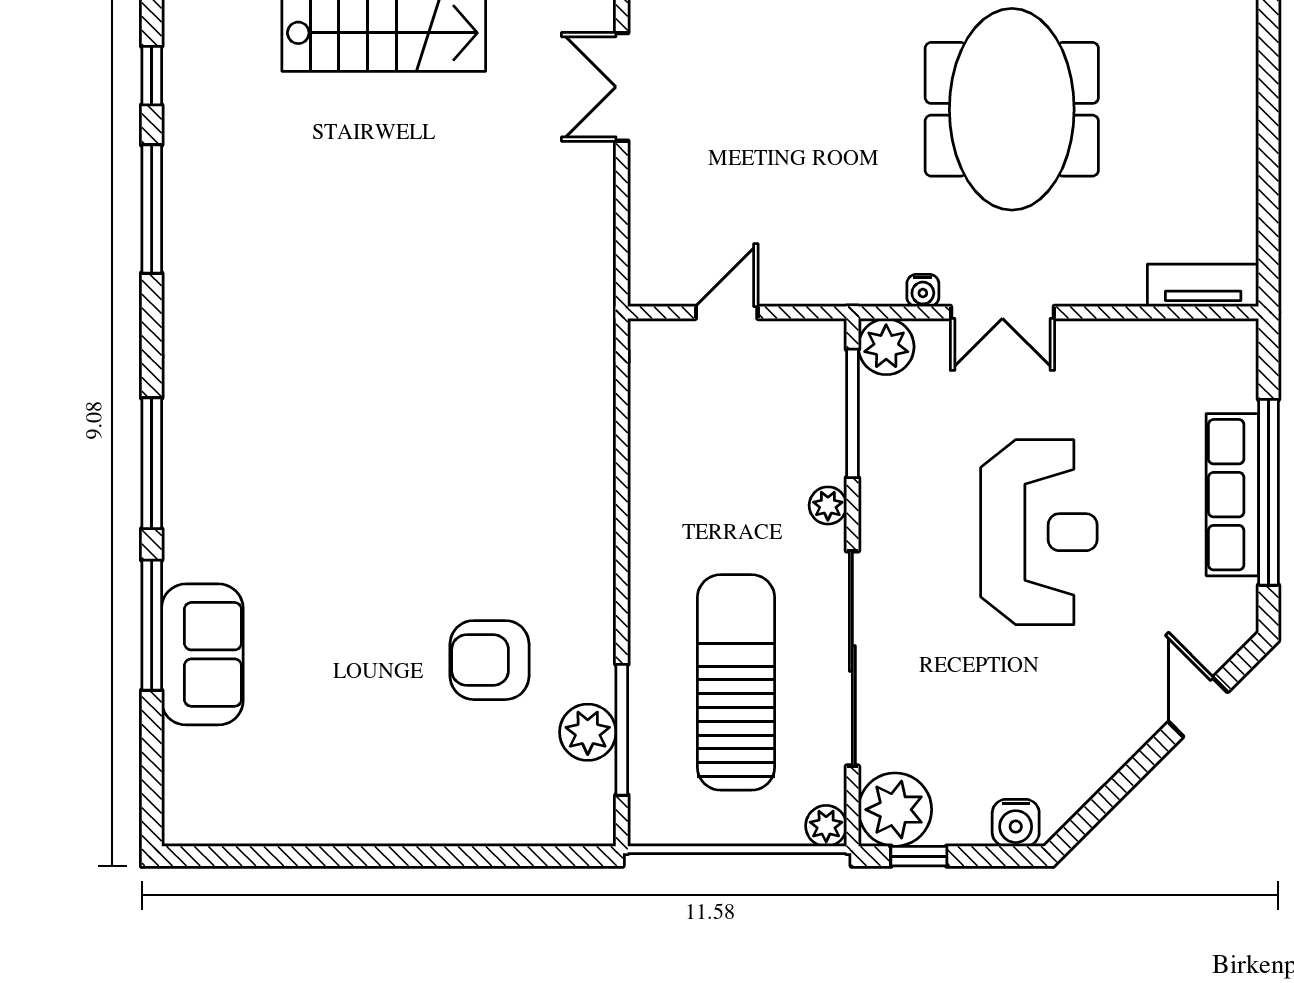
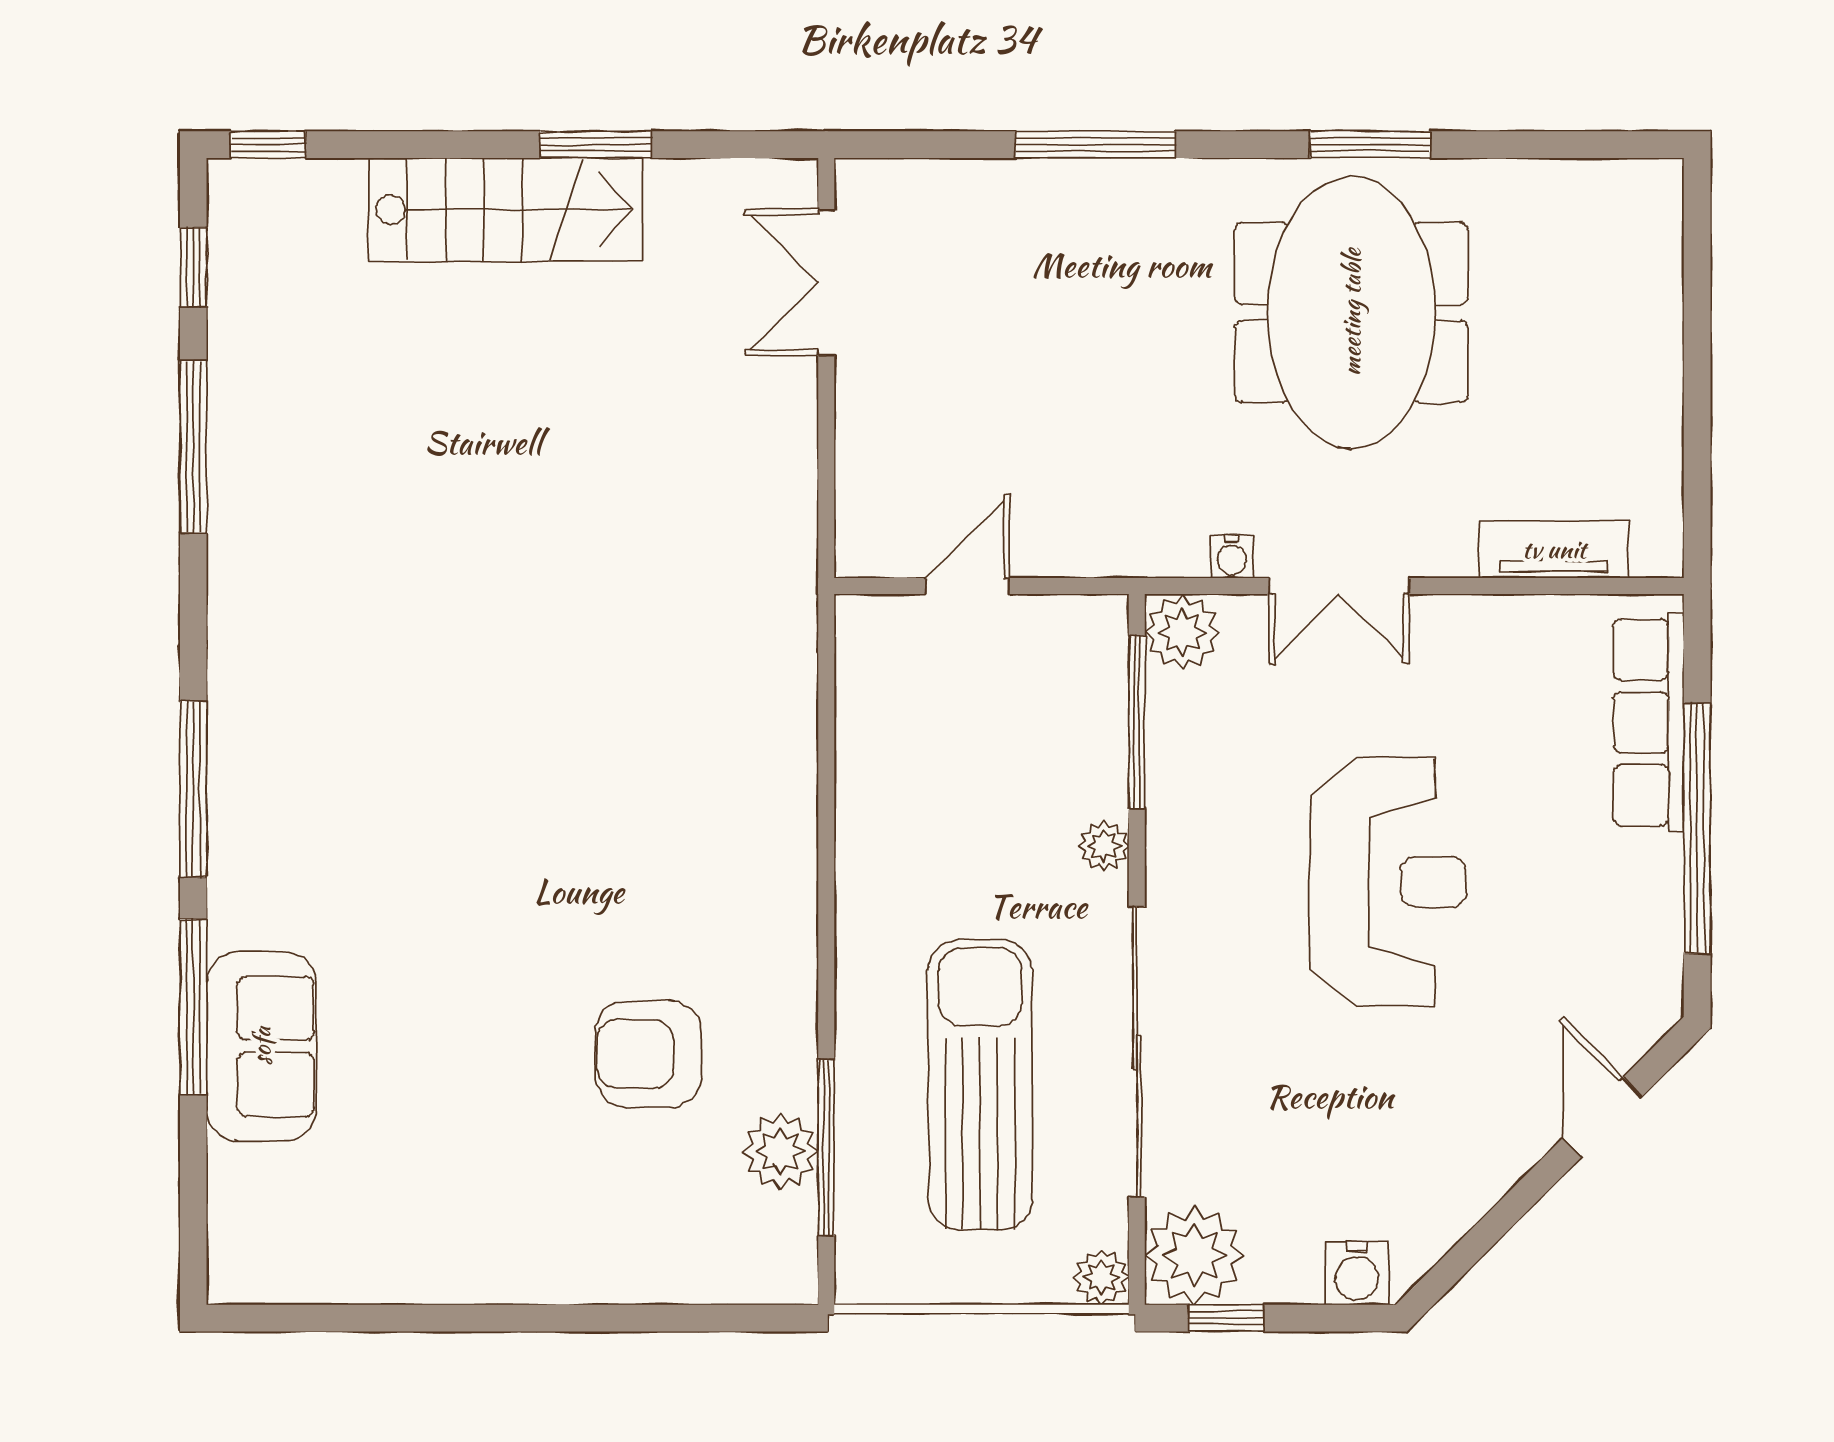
tv unit: (1203, 285) -> (1554, 549), moved
row of seats: (1232, 495) -> (1649, 722), moved

